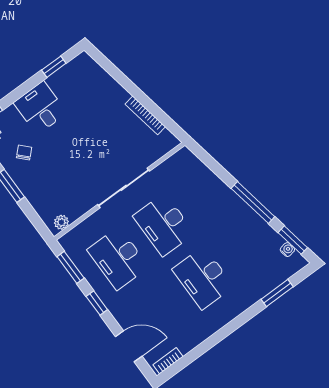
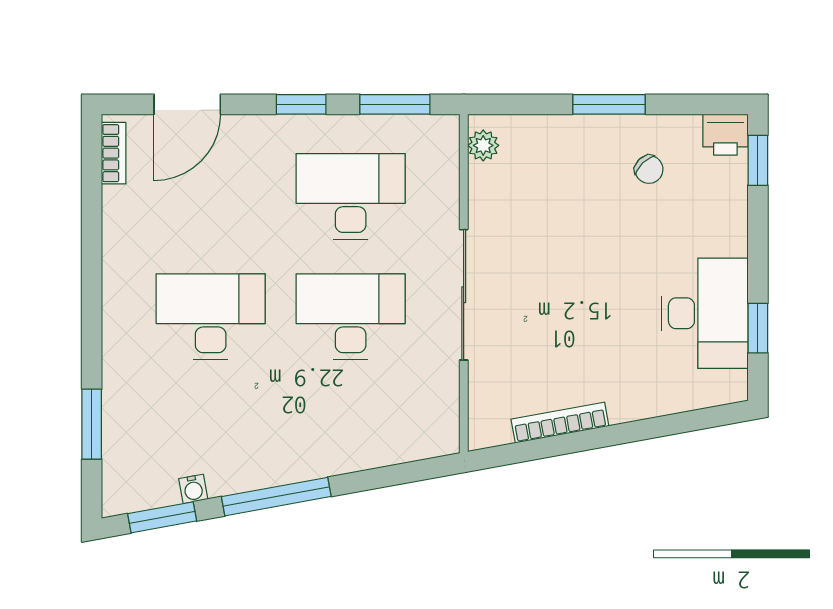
desk: (40, 108) -> (705, 313), moved, width x1.37
water cooler: (287, 250) -> (193, 489), moved

